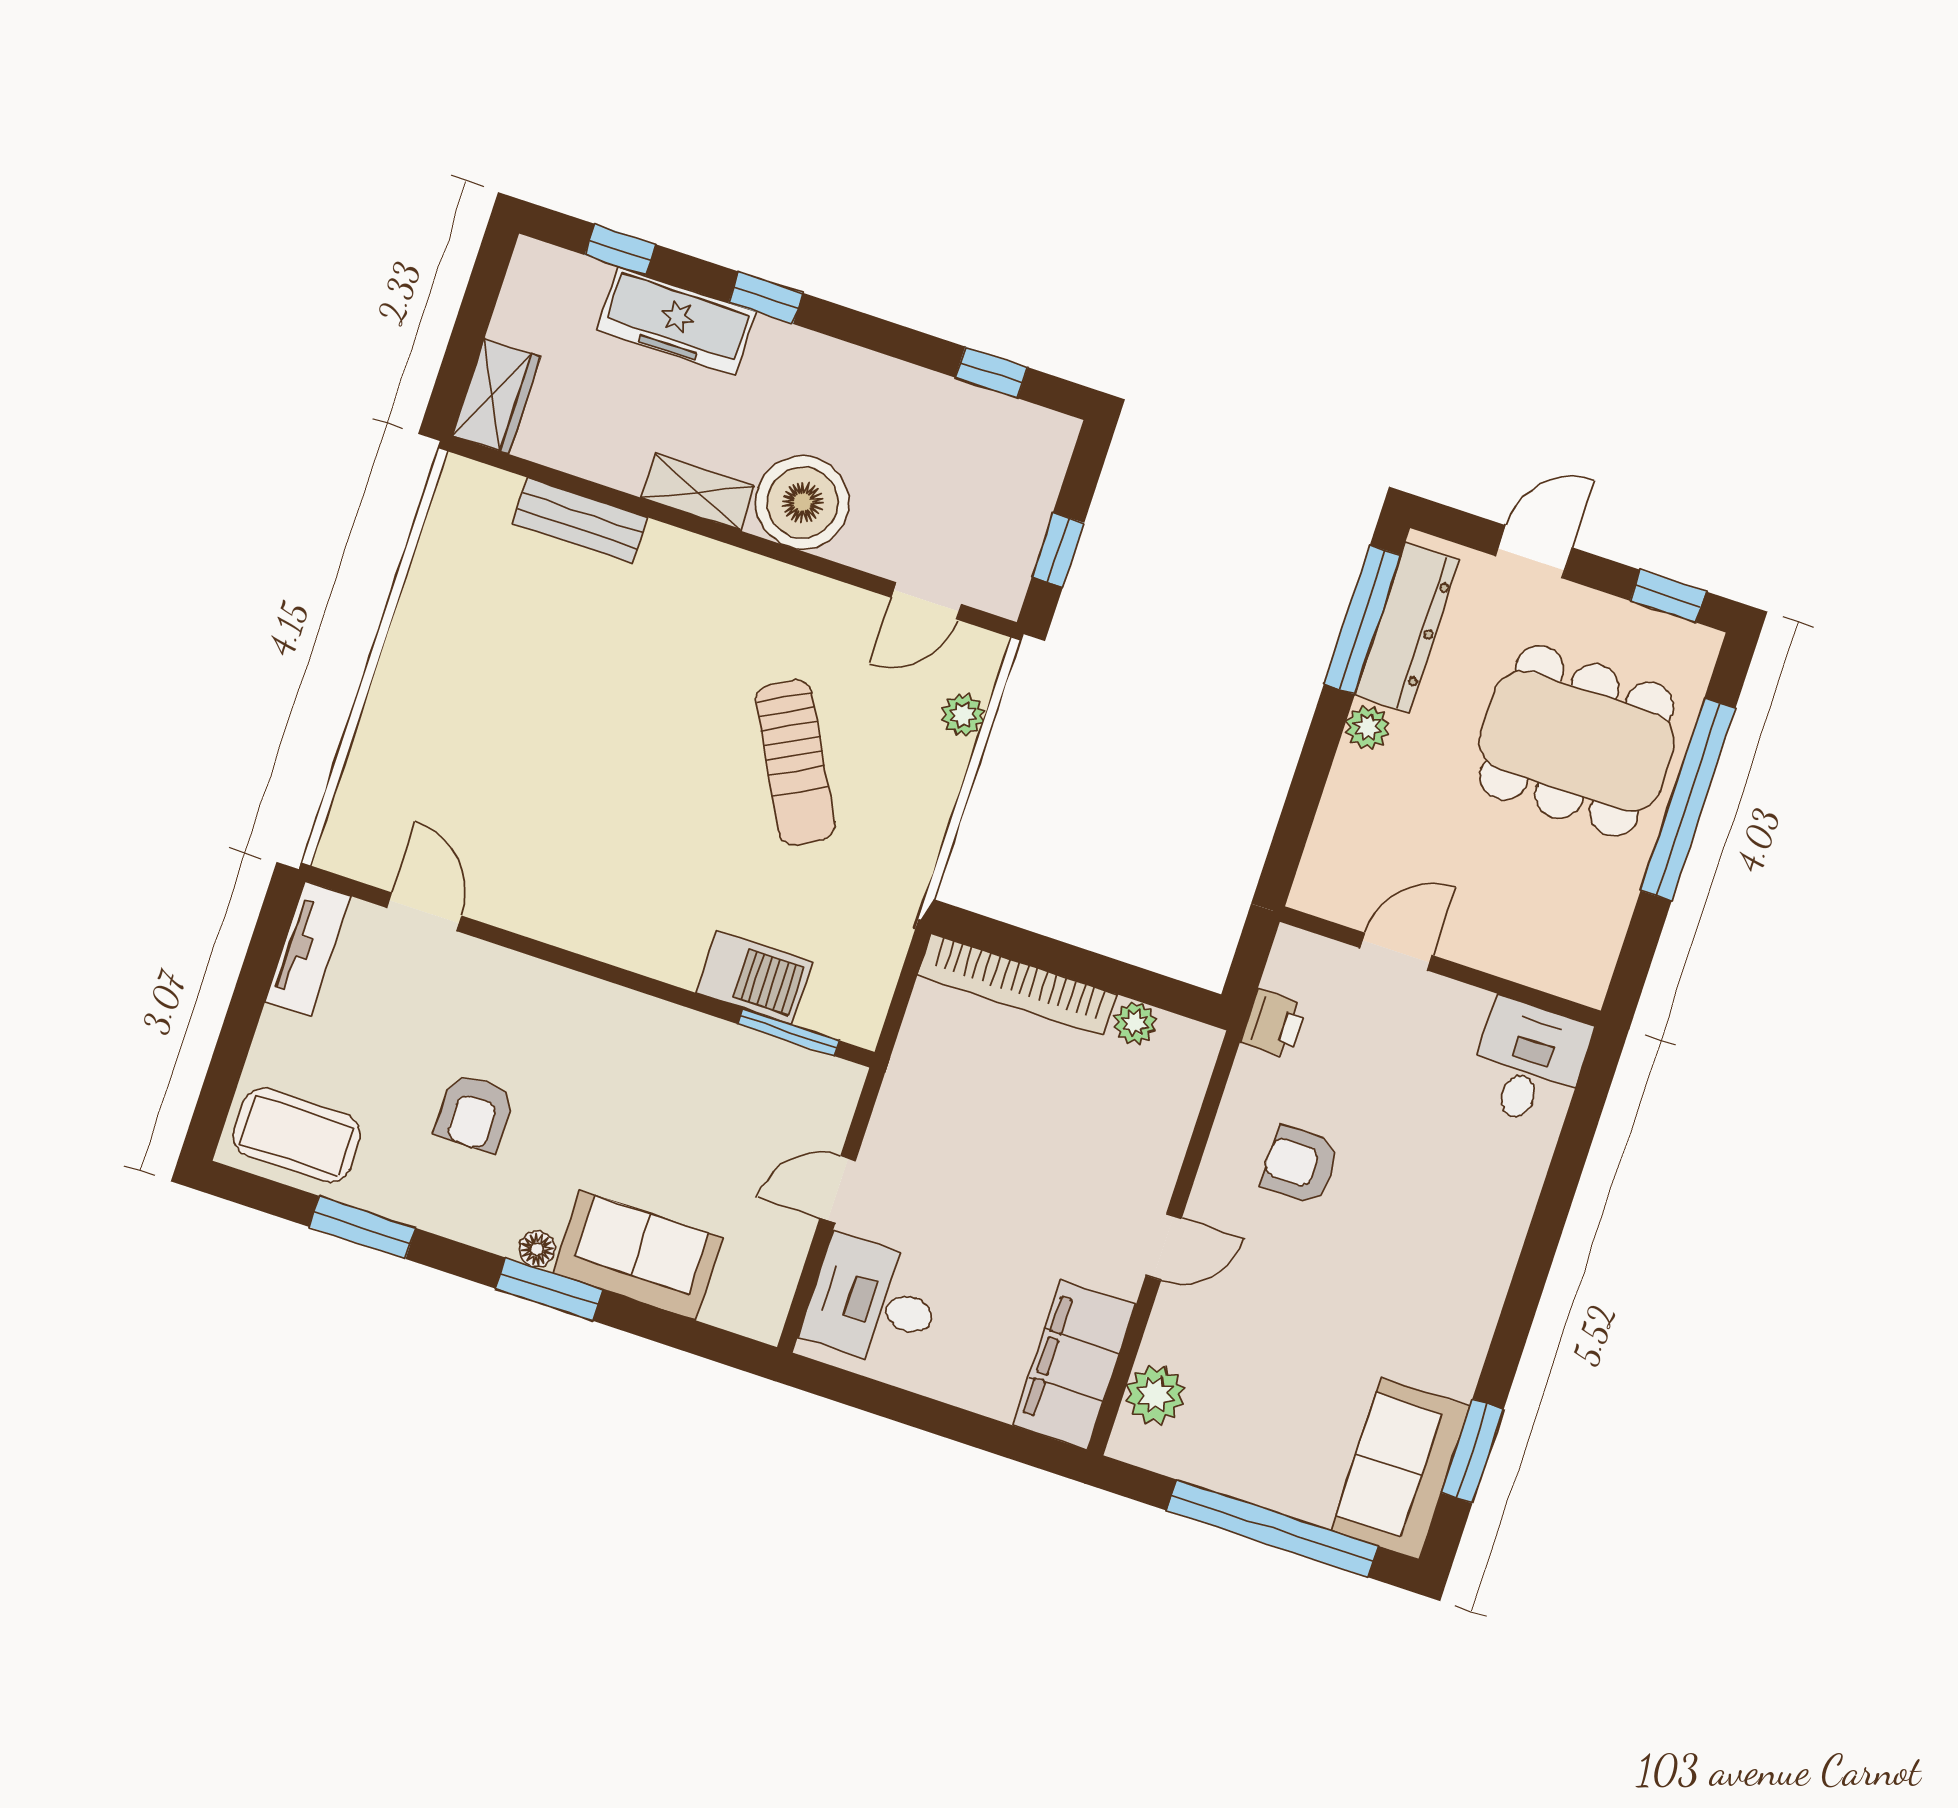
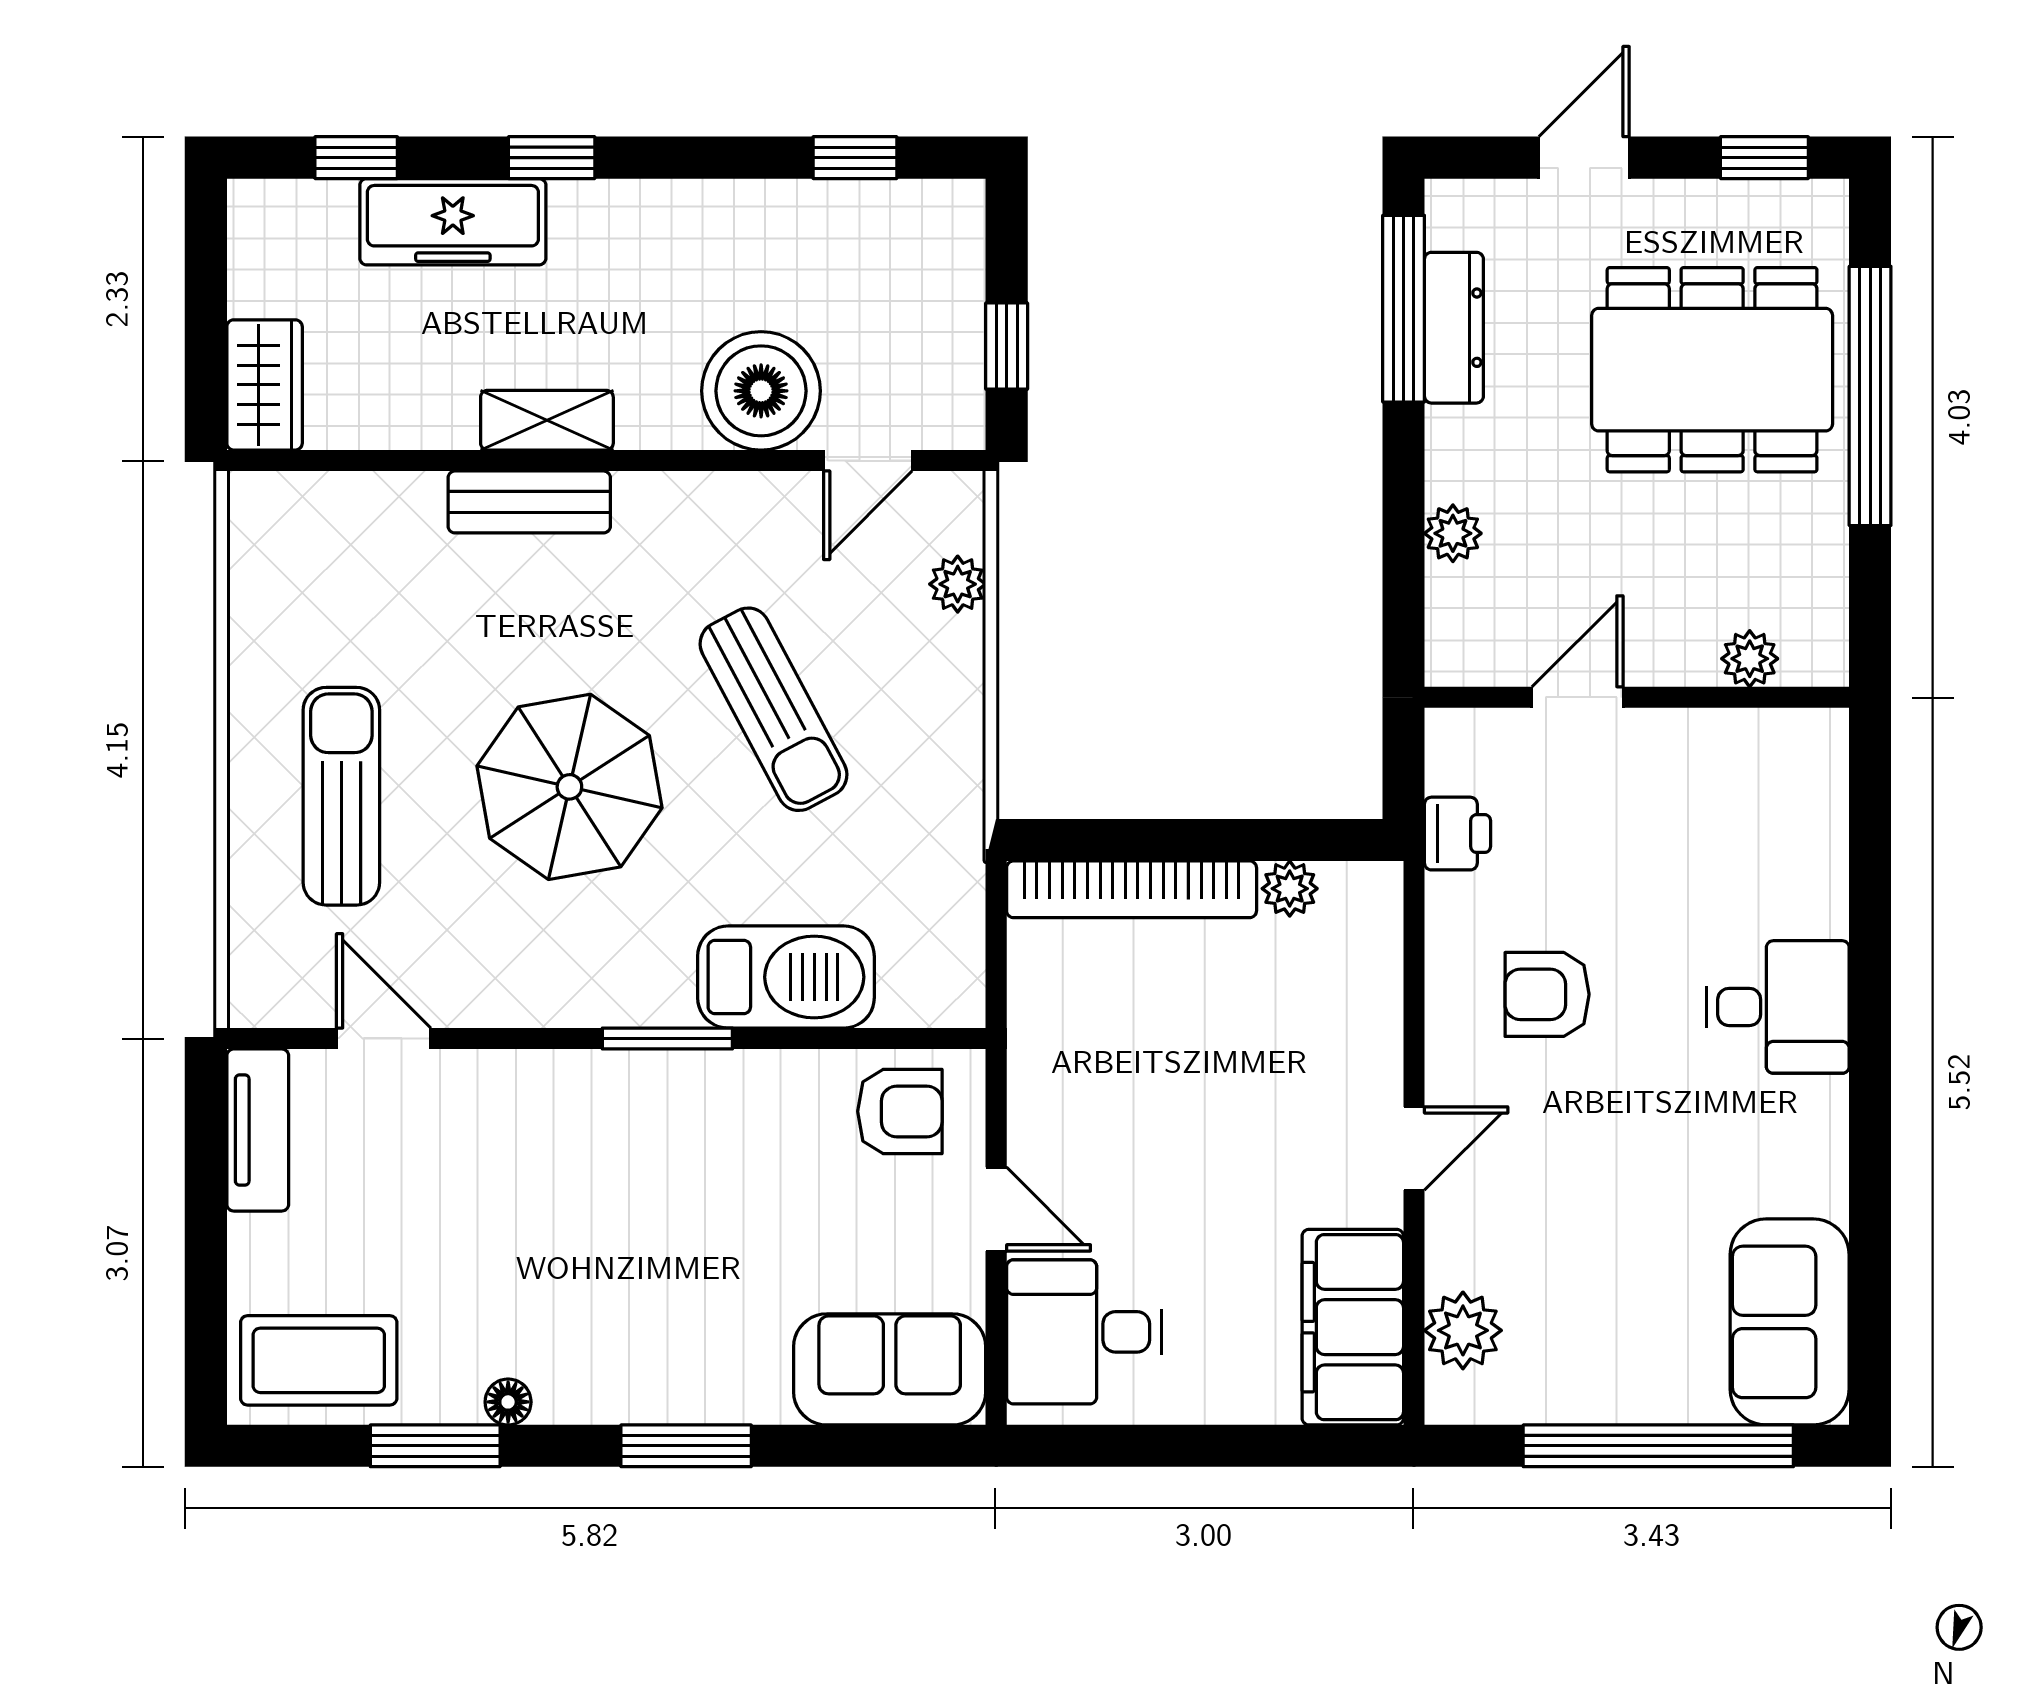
boiler: (803, 502) -> (761, 391), moved
bench: (580, 520) -> (529, 502), moved
dresser: (1407, 628) -> (1454, 328), width x0.73, depth x0.80
sun lounger: (452, 721) -> (341, 796), added
plant: (1368, 727) -> (1453, 533), moved
parasol: (624, 770) -> (569, 787), added
plant: (1534, 965) -> (1750, 659), added
barbecue: (754, 977) -> (786, 977), width x1.37, depth x1.21
window: (789, 1032) -> (667, 1038), moved
desk: (1529, 1063) -> (1778, 1007), moved, turned 90
armchair: (475, 1113) -> (900, 1111), moved, turned -90
door: (838, 1189) -> (996, 1209), swing flipped
floor lamp: (537, 1249) -> (508, 1402), moved
sofa: (638, 1255) -> (890, 1369), moved
window: (1472, 1451) -> (1870, 1272), removed

